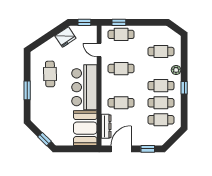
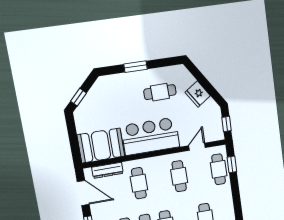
fridge: (65, 37) -> (198, 94), moved

